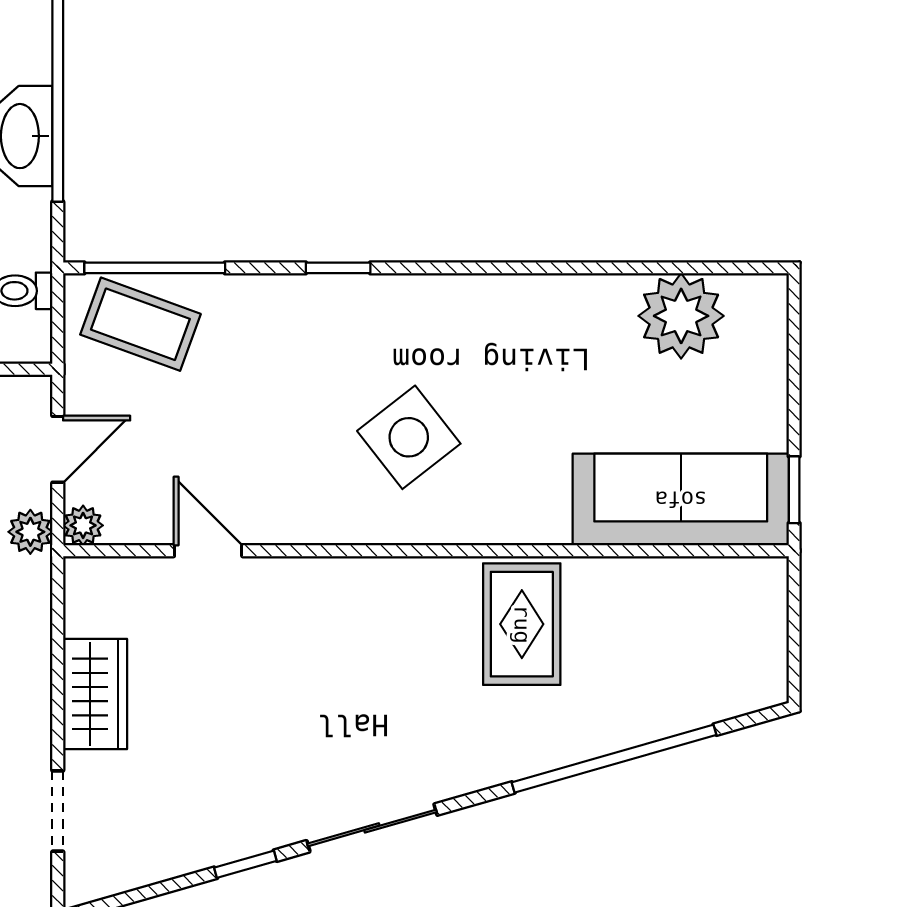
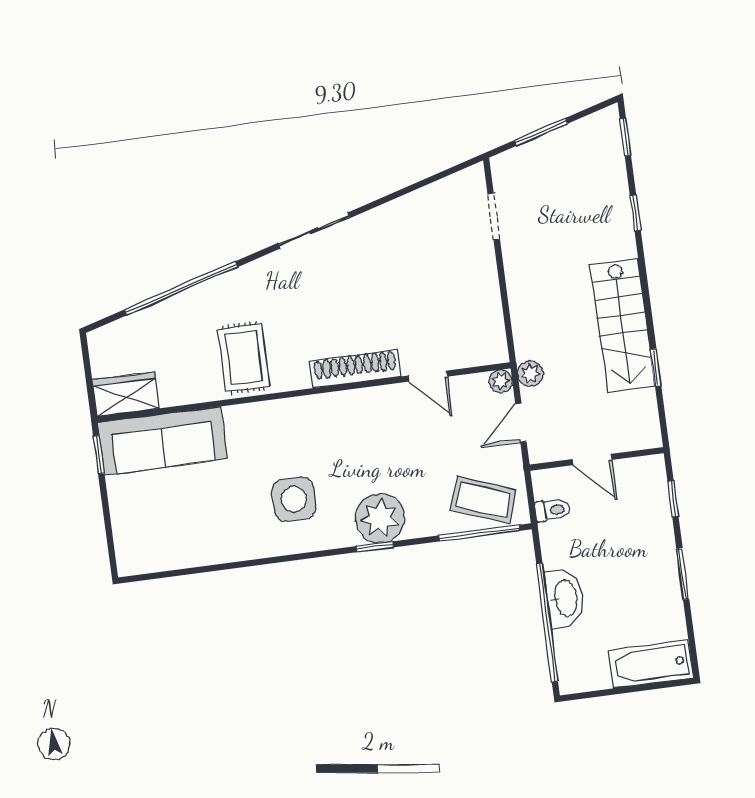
plant: (681, 316) -> (380, 518), moved
side table: (409, 437) -> (294, 499), moved, turned 38
shoe rack: (331, 580) -> (355, 369), added
wardrobe: (95, 694) -> (126, 394), moved, turned 90
window: (245, 864) -> (383, 201), removed

